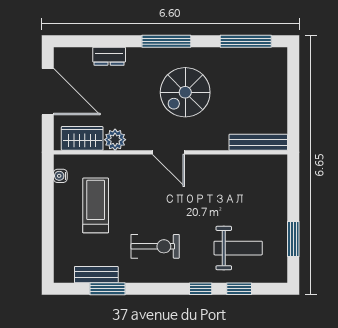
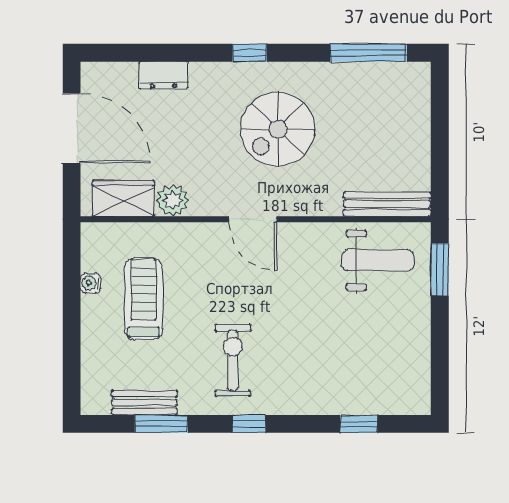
window: (166, 41) -> (250, 53), width x0.46
water cooler: (60, 176) -> (91, 283), moved
window: (293, 239) -> (440, 270), moved
exercise bike: (155, 246) -> (233, 360), turned -90
weight bench: (238, 248) -> (378, 260), moved
window: (201, 289) -> (249, 424), moved

